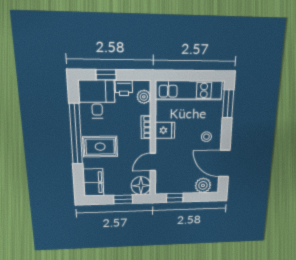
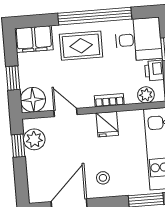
rug: (100, 147) -> (81, 46), turned 90
plant: (203, 185) -> (34, 139), moved

